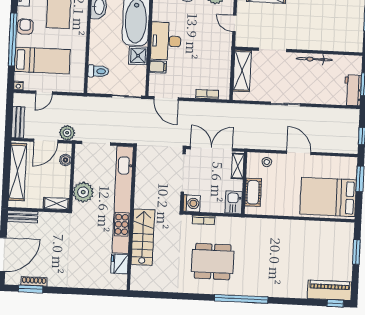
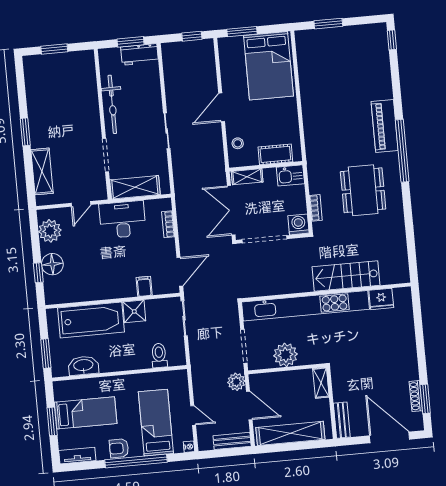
desk: (166, 41) -> (123, 220), moved, turned 180
bicycle: (314, 59) -> (112, 104), width x1.37, depth x1.40
boiler: (65, 160) -> (268, 379), removed
plant: (83, 192) -> (285, 355), moved
piano: (330, 290) -> (385, 126), moved

